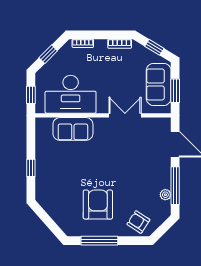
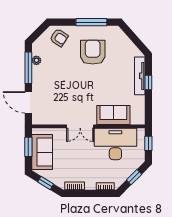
double door: (125, 115) -> (80, 126), moved
tv unit: (41, 176) -> (140, 76), added
armchair: (98, 205) -> (93, 52), turned 180

